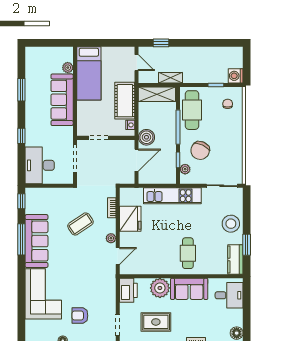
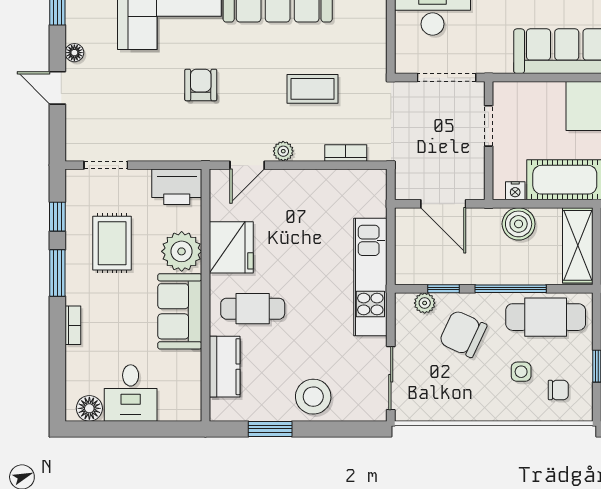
side table: (219, 122) -> (521, 372), added
boiler: (146, 137) -> (519, 224), moved
fridge: (130, 219) -> (231, 247), moved, turned -90
coffee table: (80, 224) -> (312, 89), turned -56
door: (118, 256) -> (247, 165), hinge flipped
kitchen counter: (235, 259) -> (225, 367), moved, turned 90
desk: (229, 295) -> (131, 393), moved
armchair: (80, 316) -> (201, 85), moved

